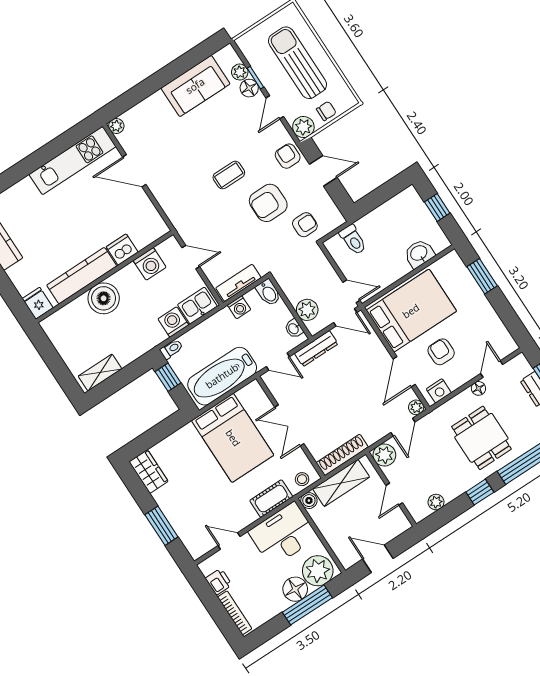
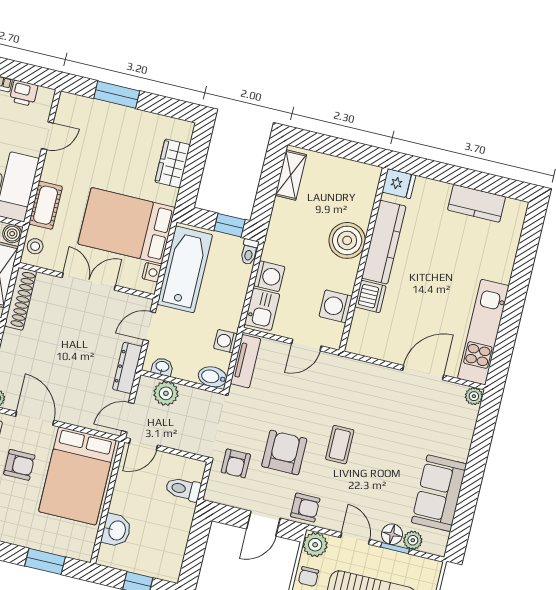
nightstand: (244, 394) -> (152, 272), added
wardrobe: (148, 471) -> (173, 163), moved, turned 90

